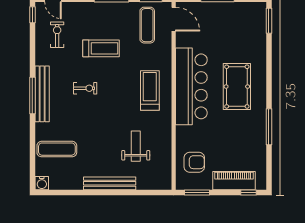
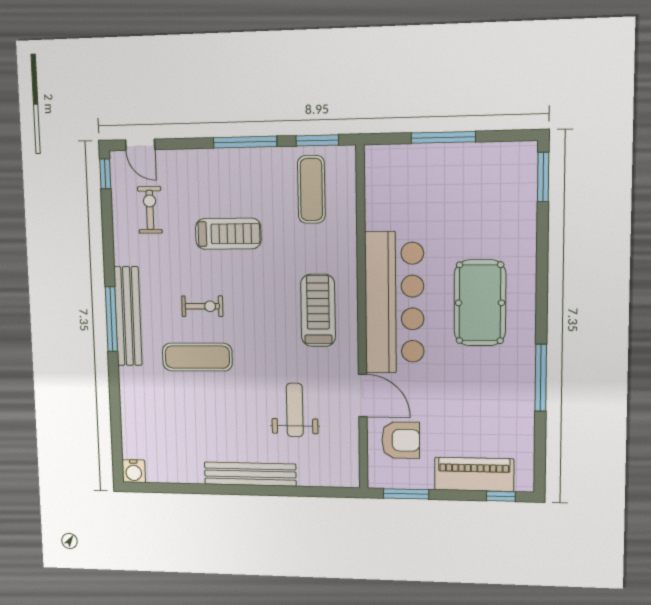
door: (174, 19) -> (363, 396), moved
exercise mat: (57, 149) -> (197, 357), moved

